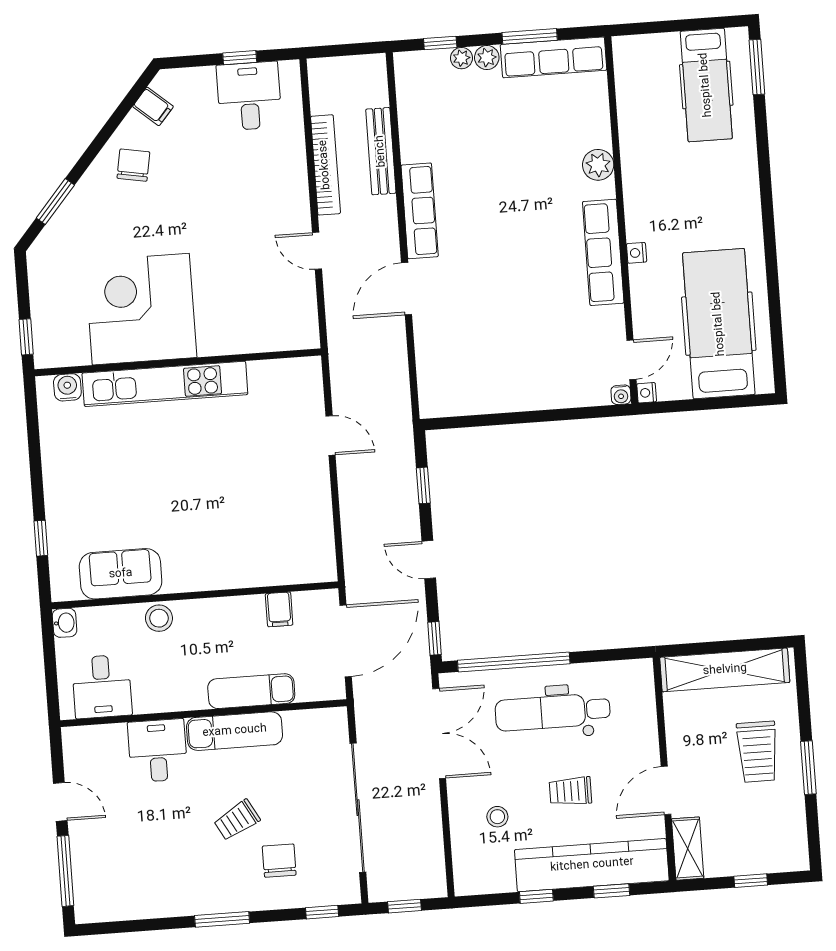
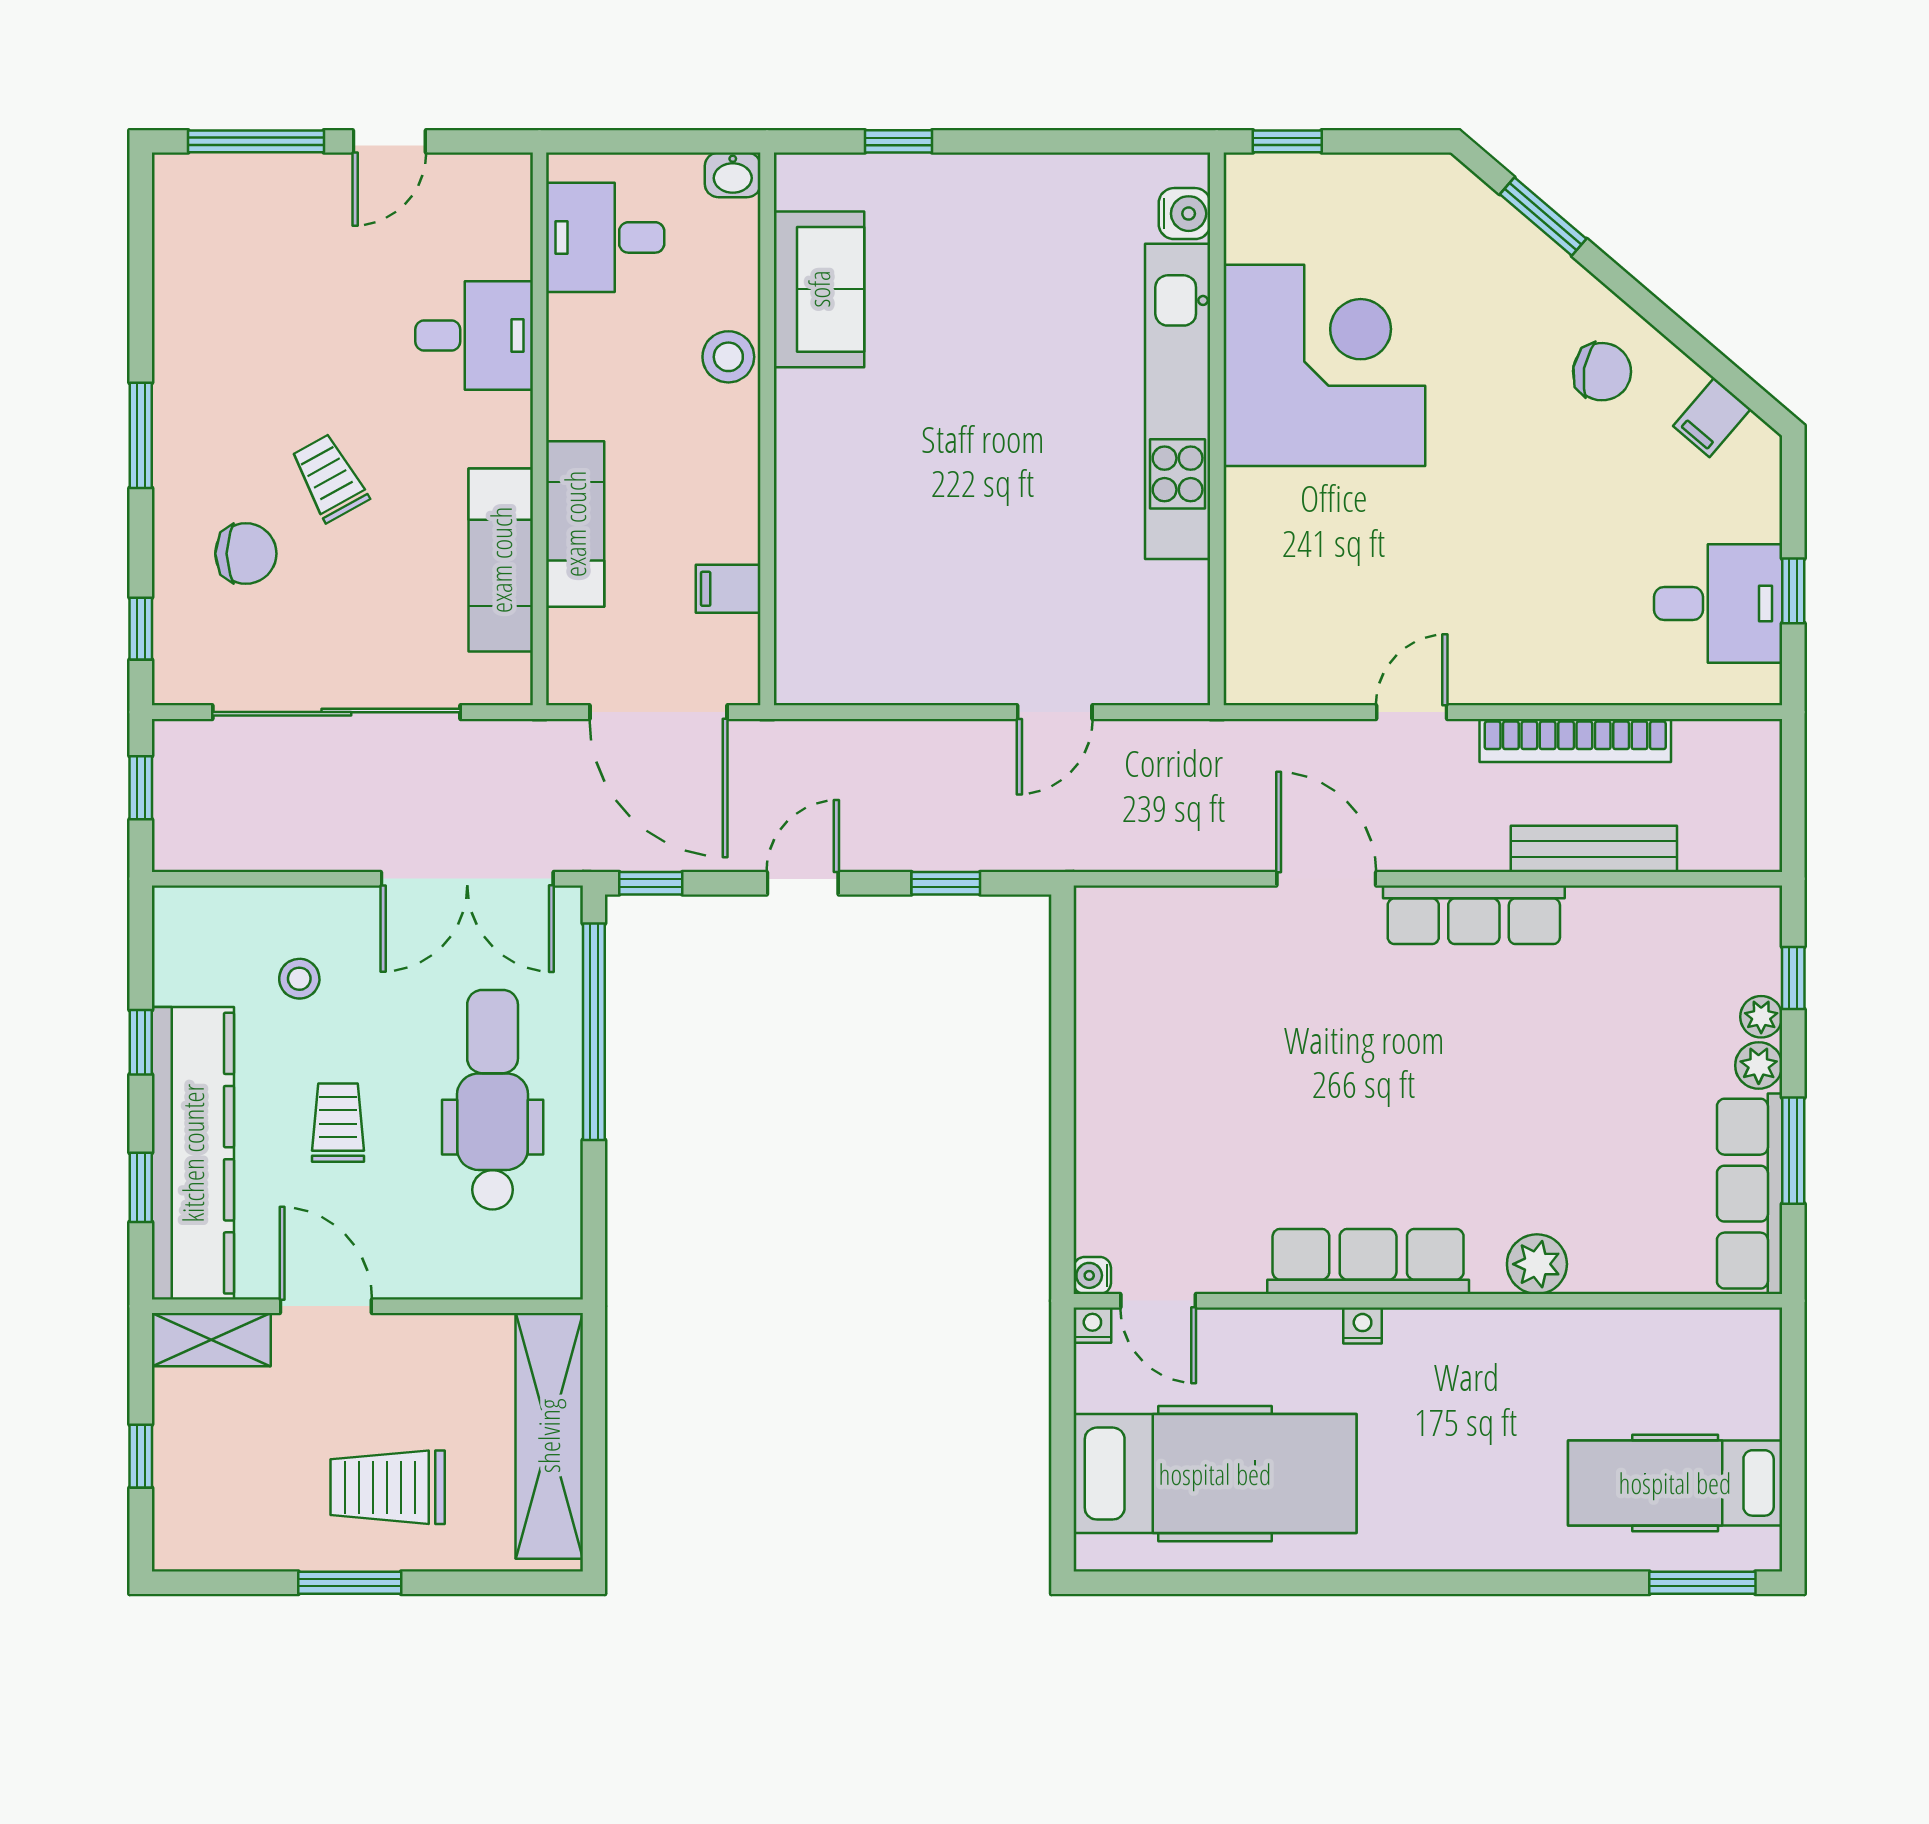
exam couch: (235, 731) -> (501, 560), moved

